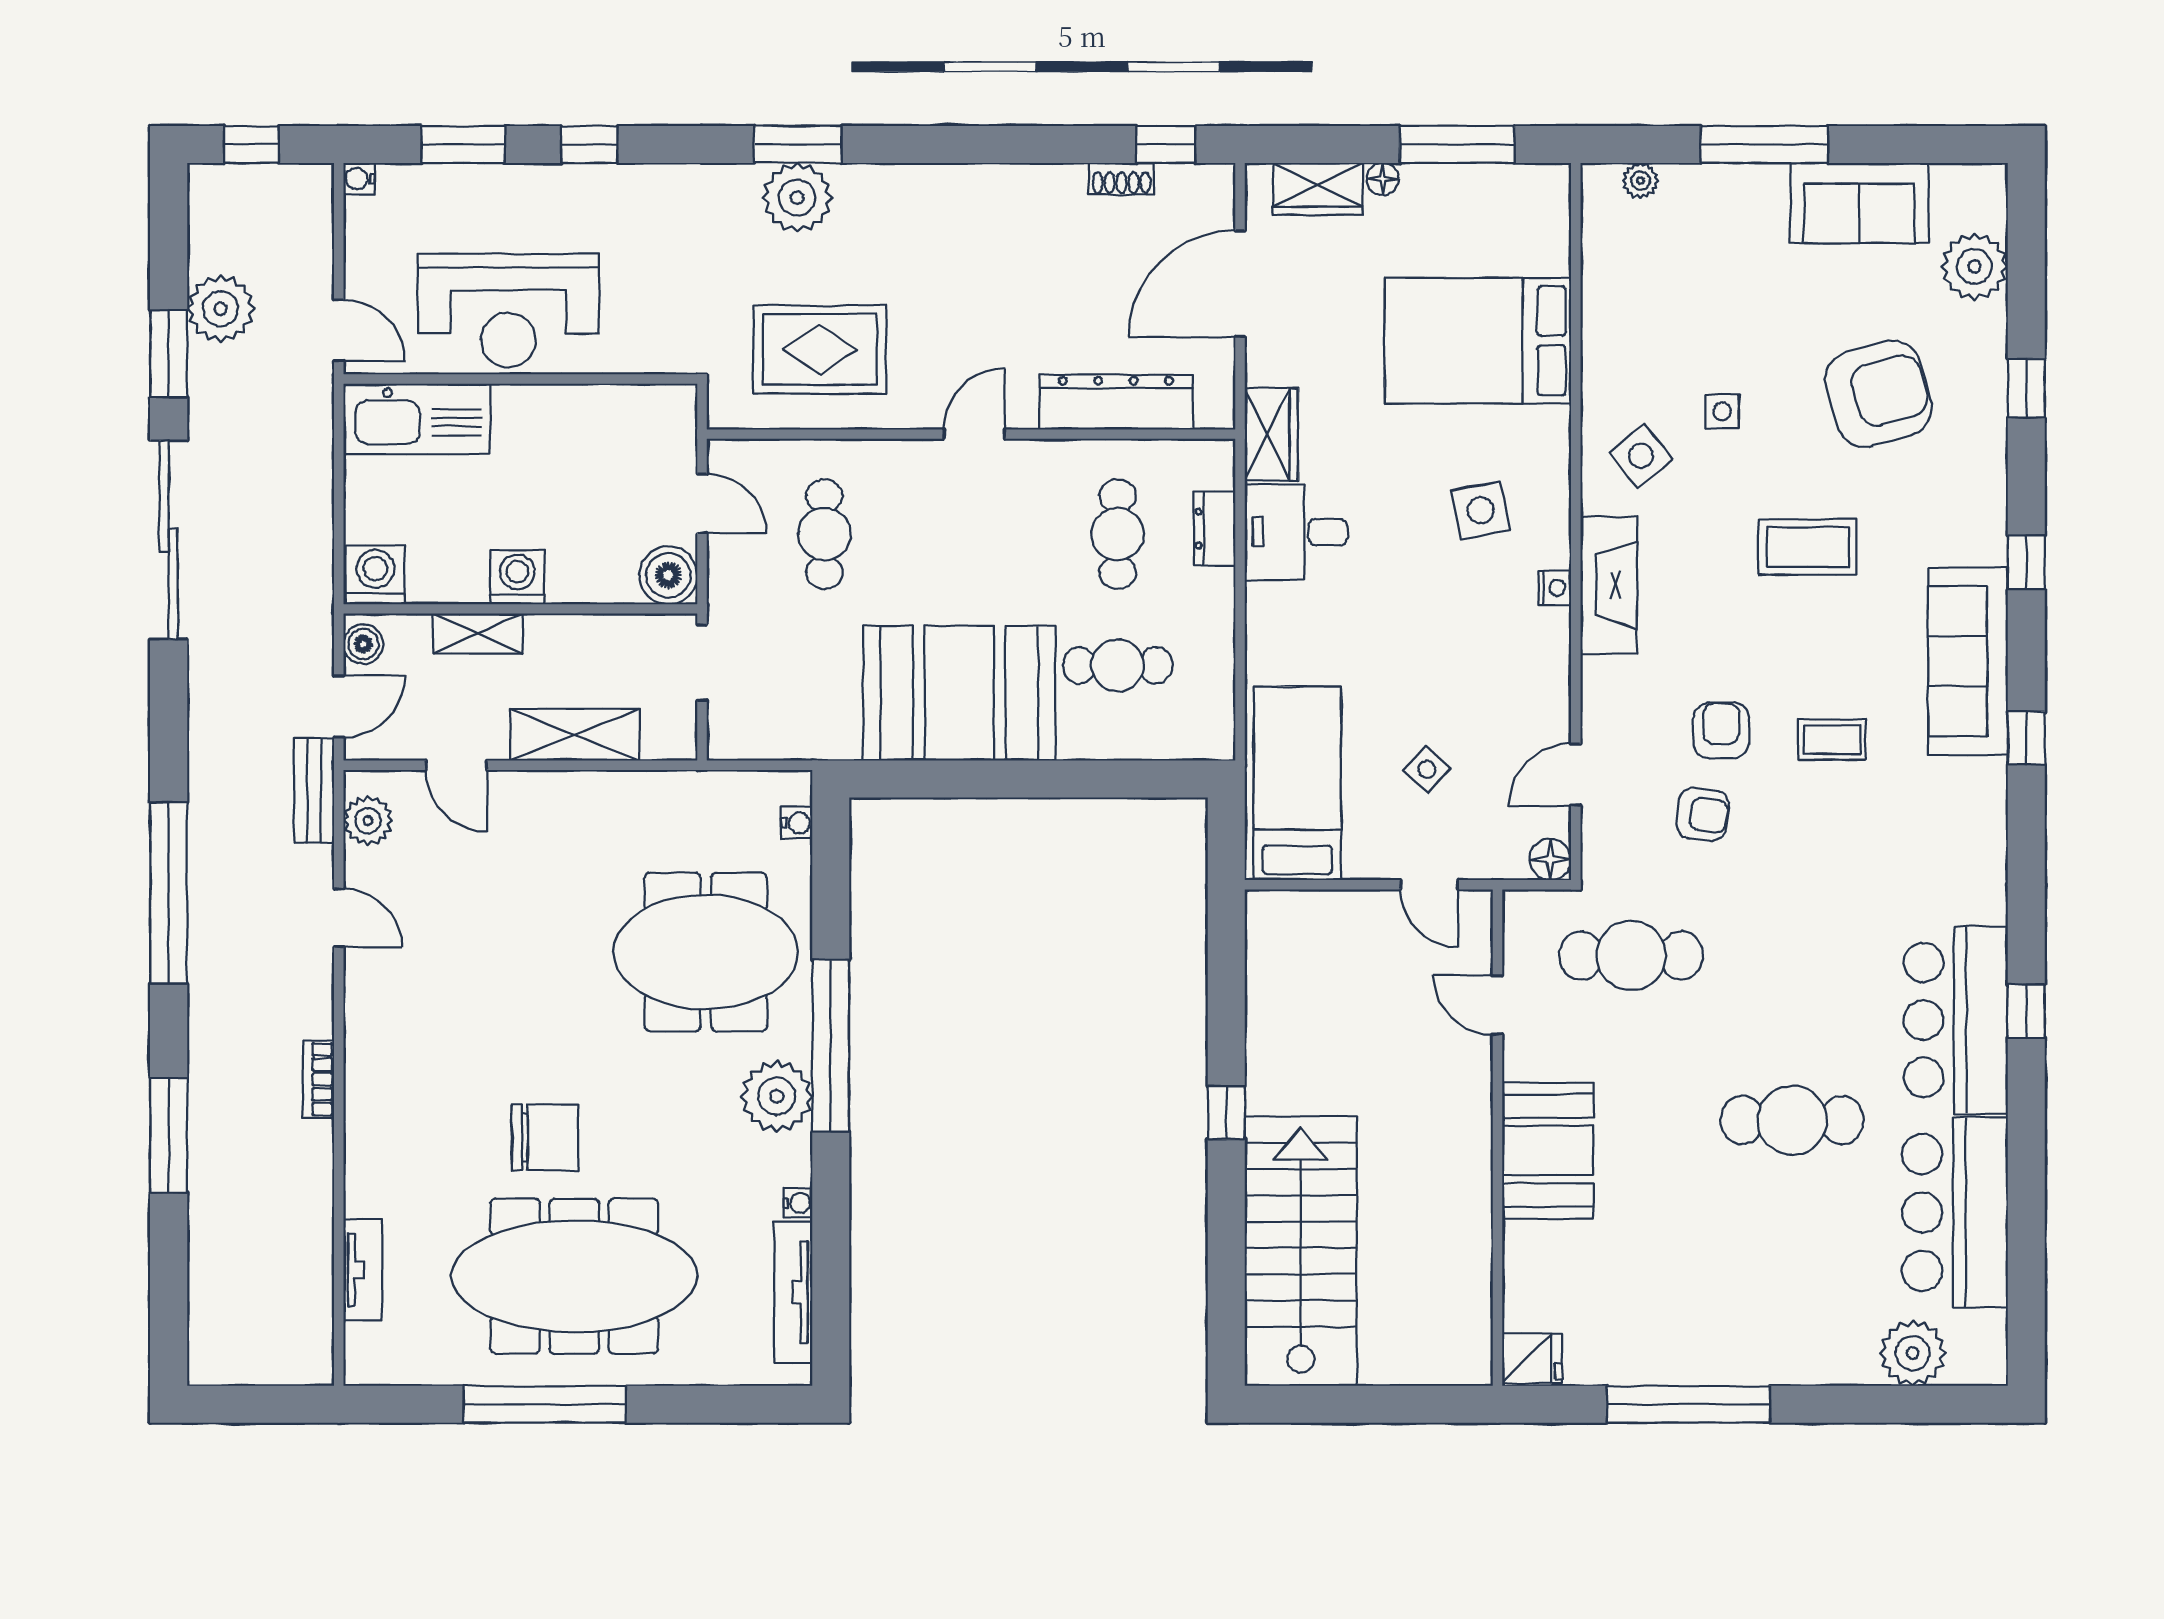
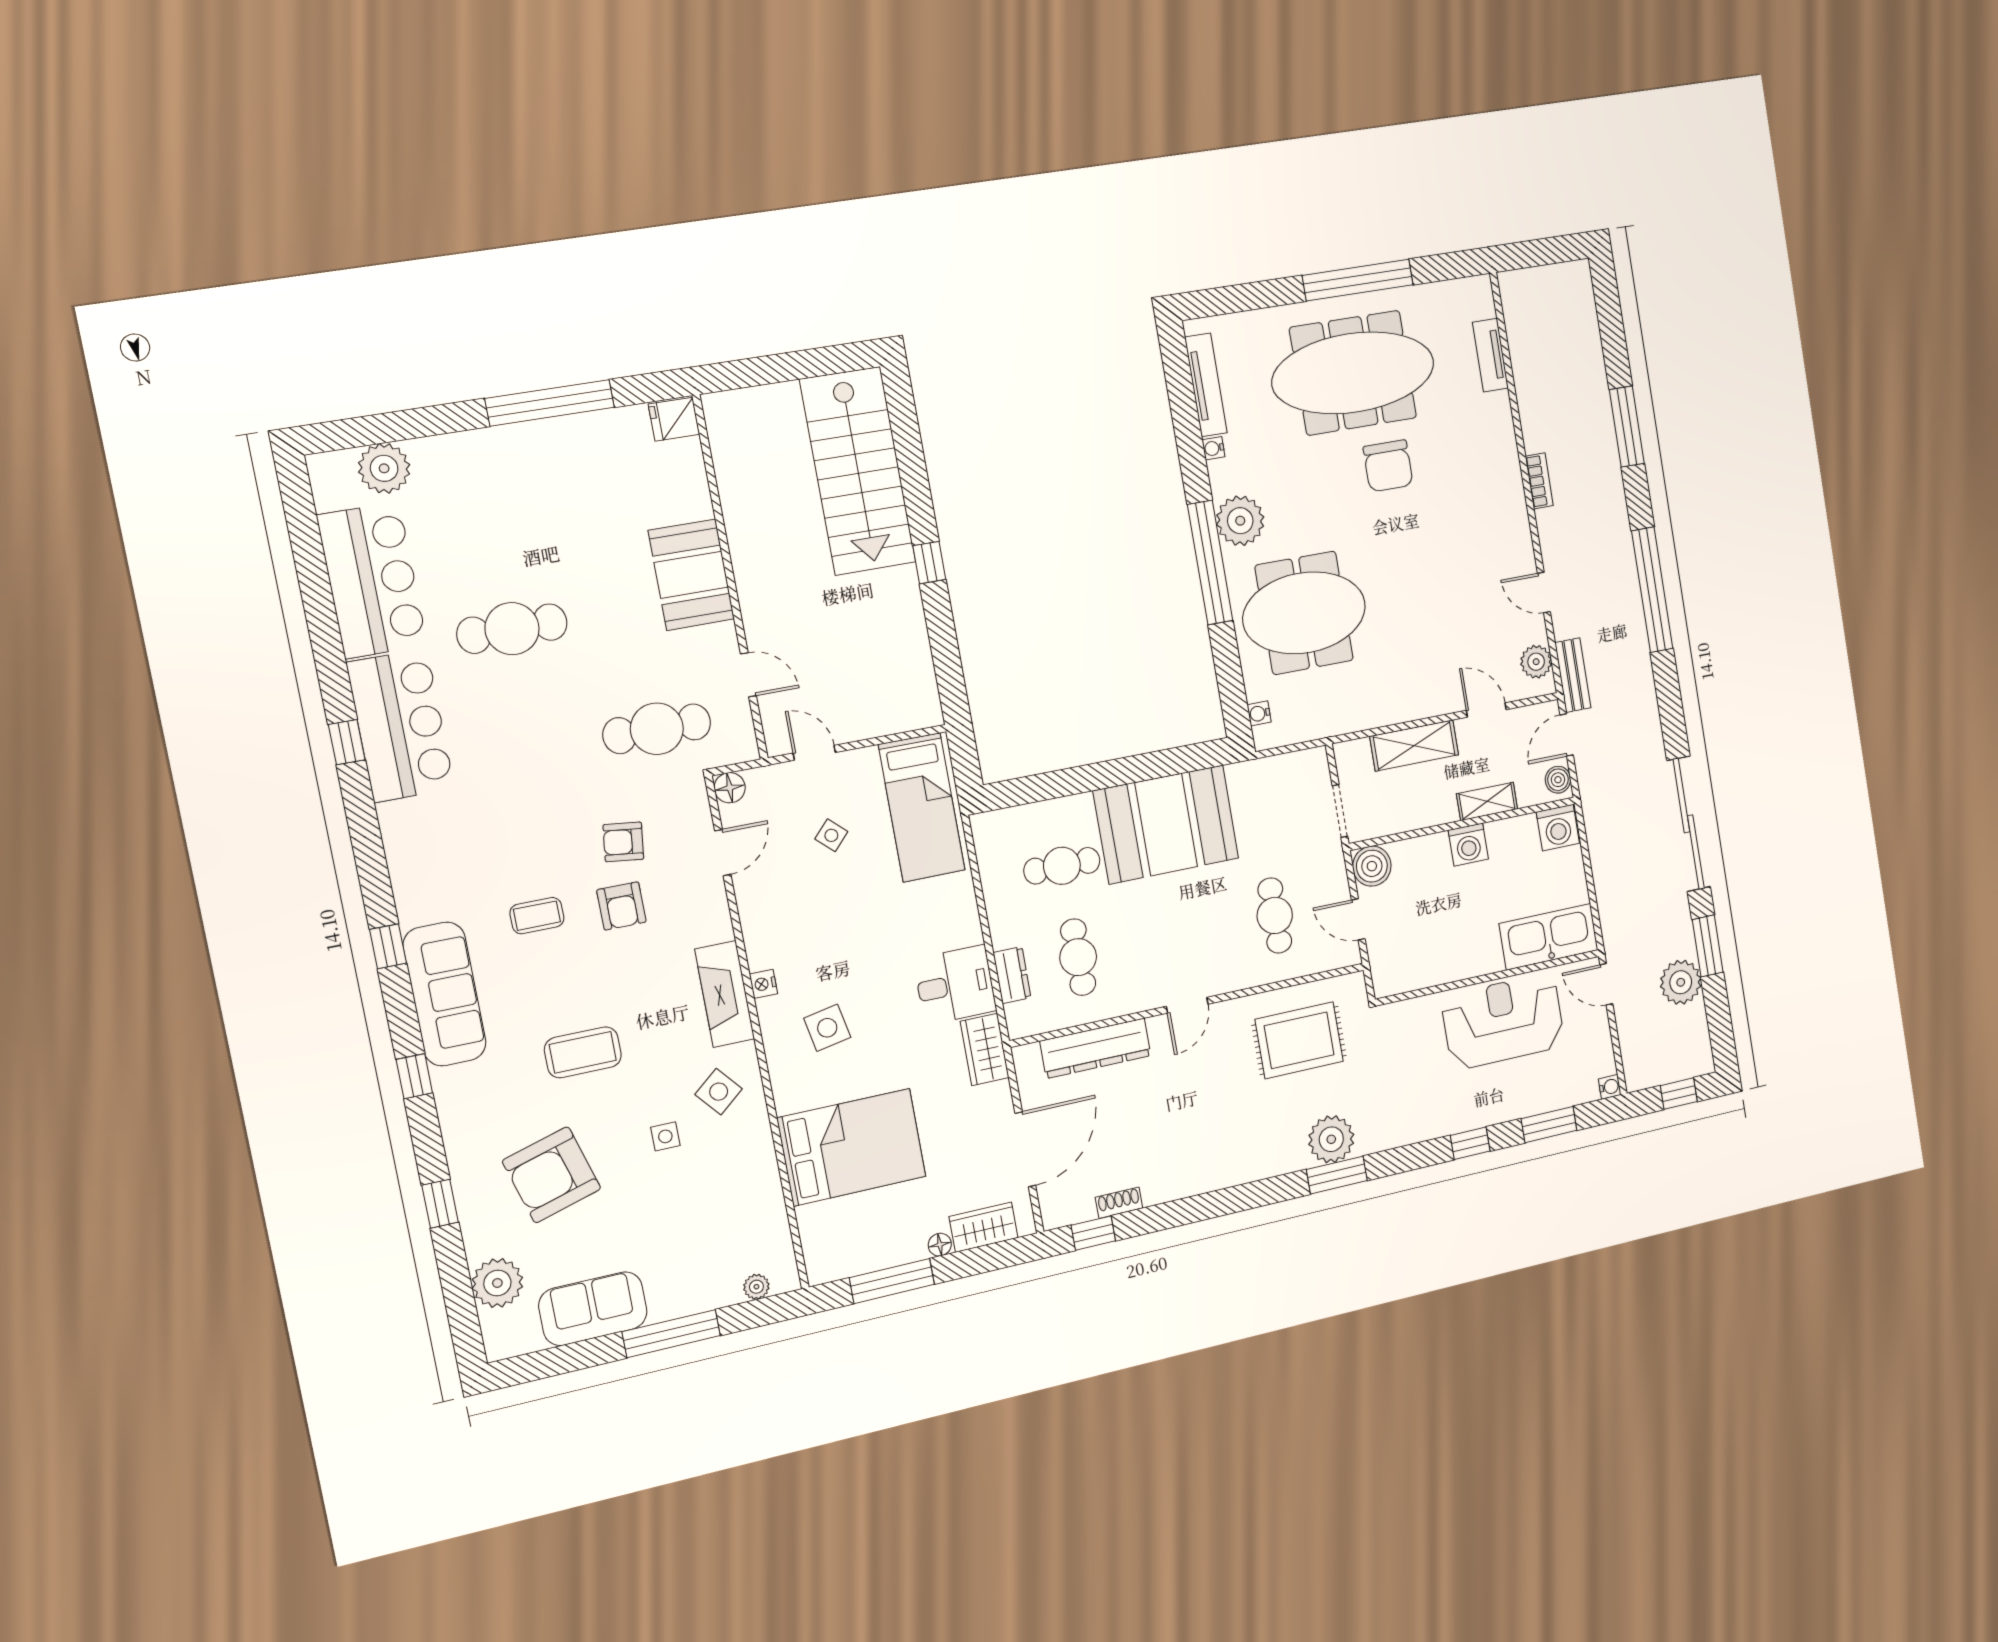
chair: (545, 1137) -> (1388, 466), turned -90

